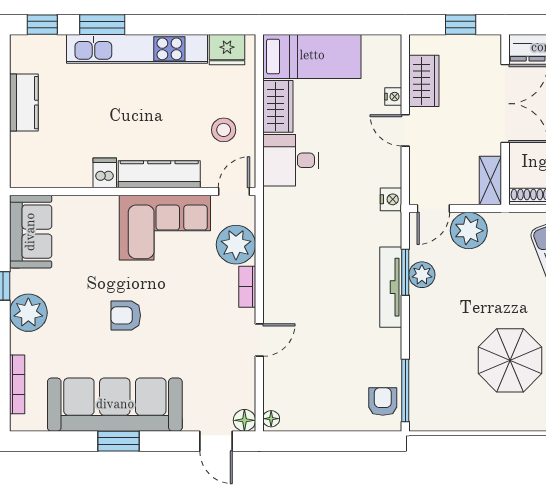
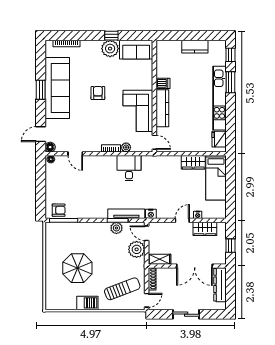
stool: (224, 130) -> (182, 138), removed
desk: (291, 160) -> (129, 168), moved
plant: (236, 245) -> (126, 147), width x0.53, depth x0.53
tv unit: (391, 287) -> (126, 214), moved
plant: (28, 313) -> (110, 49), moved
door: (259, 340) -> (75, 154), moved

